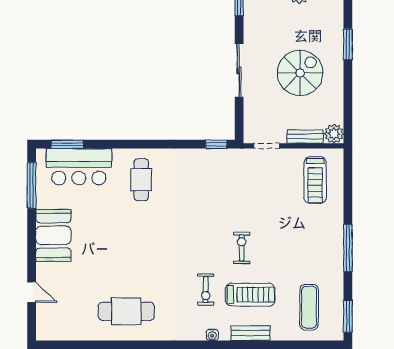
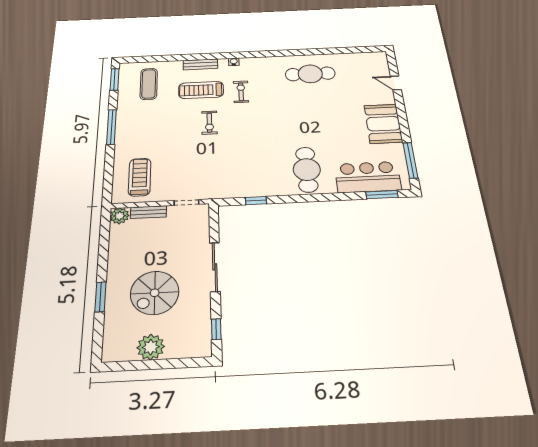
spiral stairs: (300, 73) -> (155, 293), moved
window: (216, 144) -> (256, 201), moved
cafe table: (141, 180) -> (307, 170), width x1.37, depth x1.35

